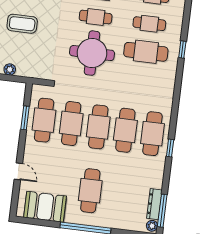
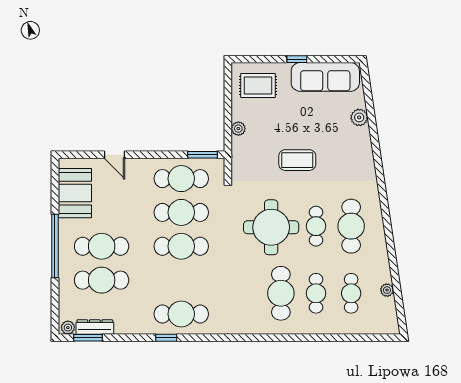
coffee table: (22, 24) -> (297, 160), moved, turned 90
window: (182, 50) -> (289, 338), removed
window: (25, 118) -> (203, 155), moved
cafe table: (125, 130) -> (102, 280), moved
door: (18, 171) -> (114, 155), hinge flipped
window: (162, 211) -> (88, 338), width x0.69

